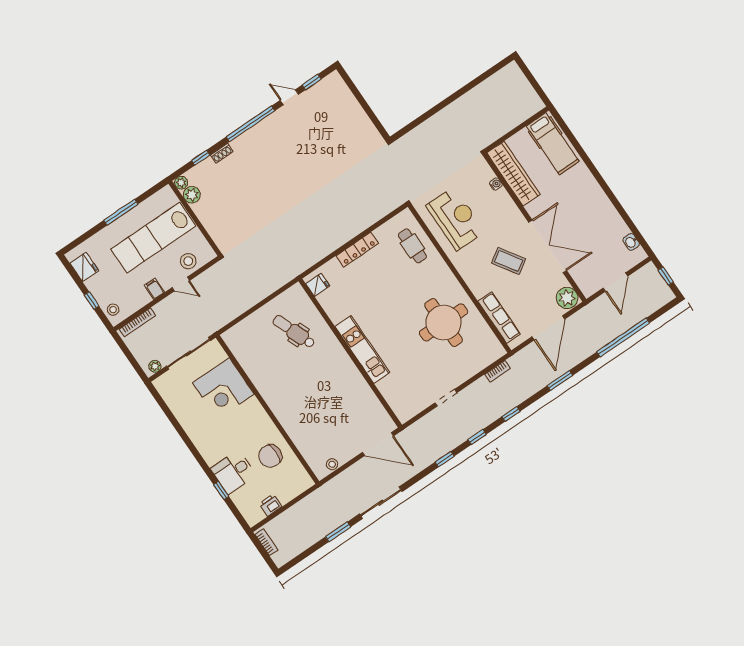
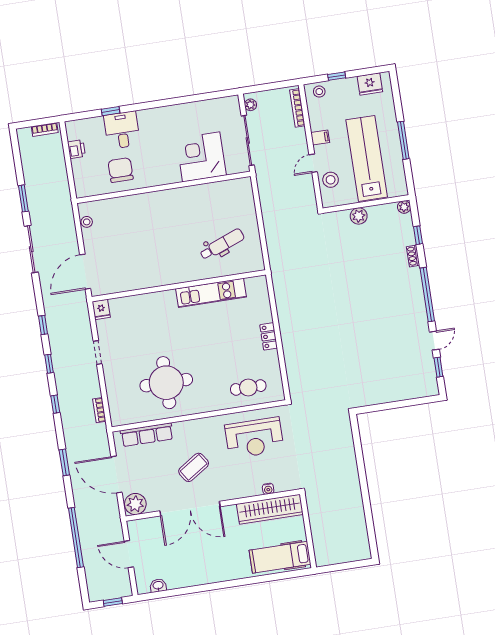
plant: (192, 195) -> (359, 216), moved
locker: (357, 250) -> (269, 336), width x0.66
fridge: (318, 285) -> (101, 309), moved
kitchen unit: (362, 350) -> (211, 293), moved

